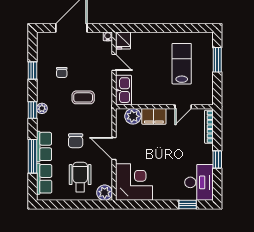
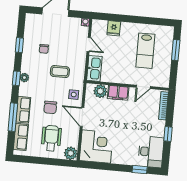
fridge: (123, 41) -> (114, 28), moved
lab bench: (182, 64) -> (145, 51), turned 180
side table: (102, 123) -> (74, 95), added

